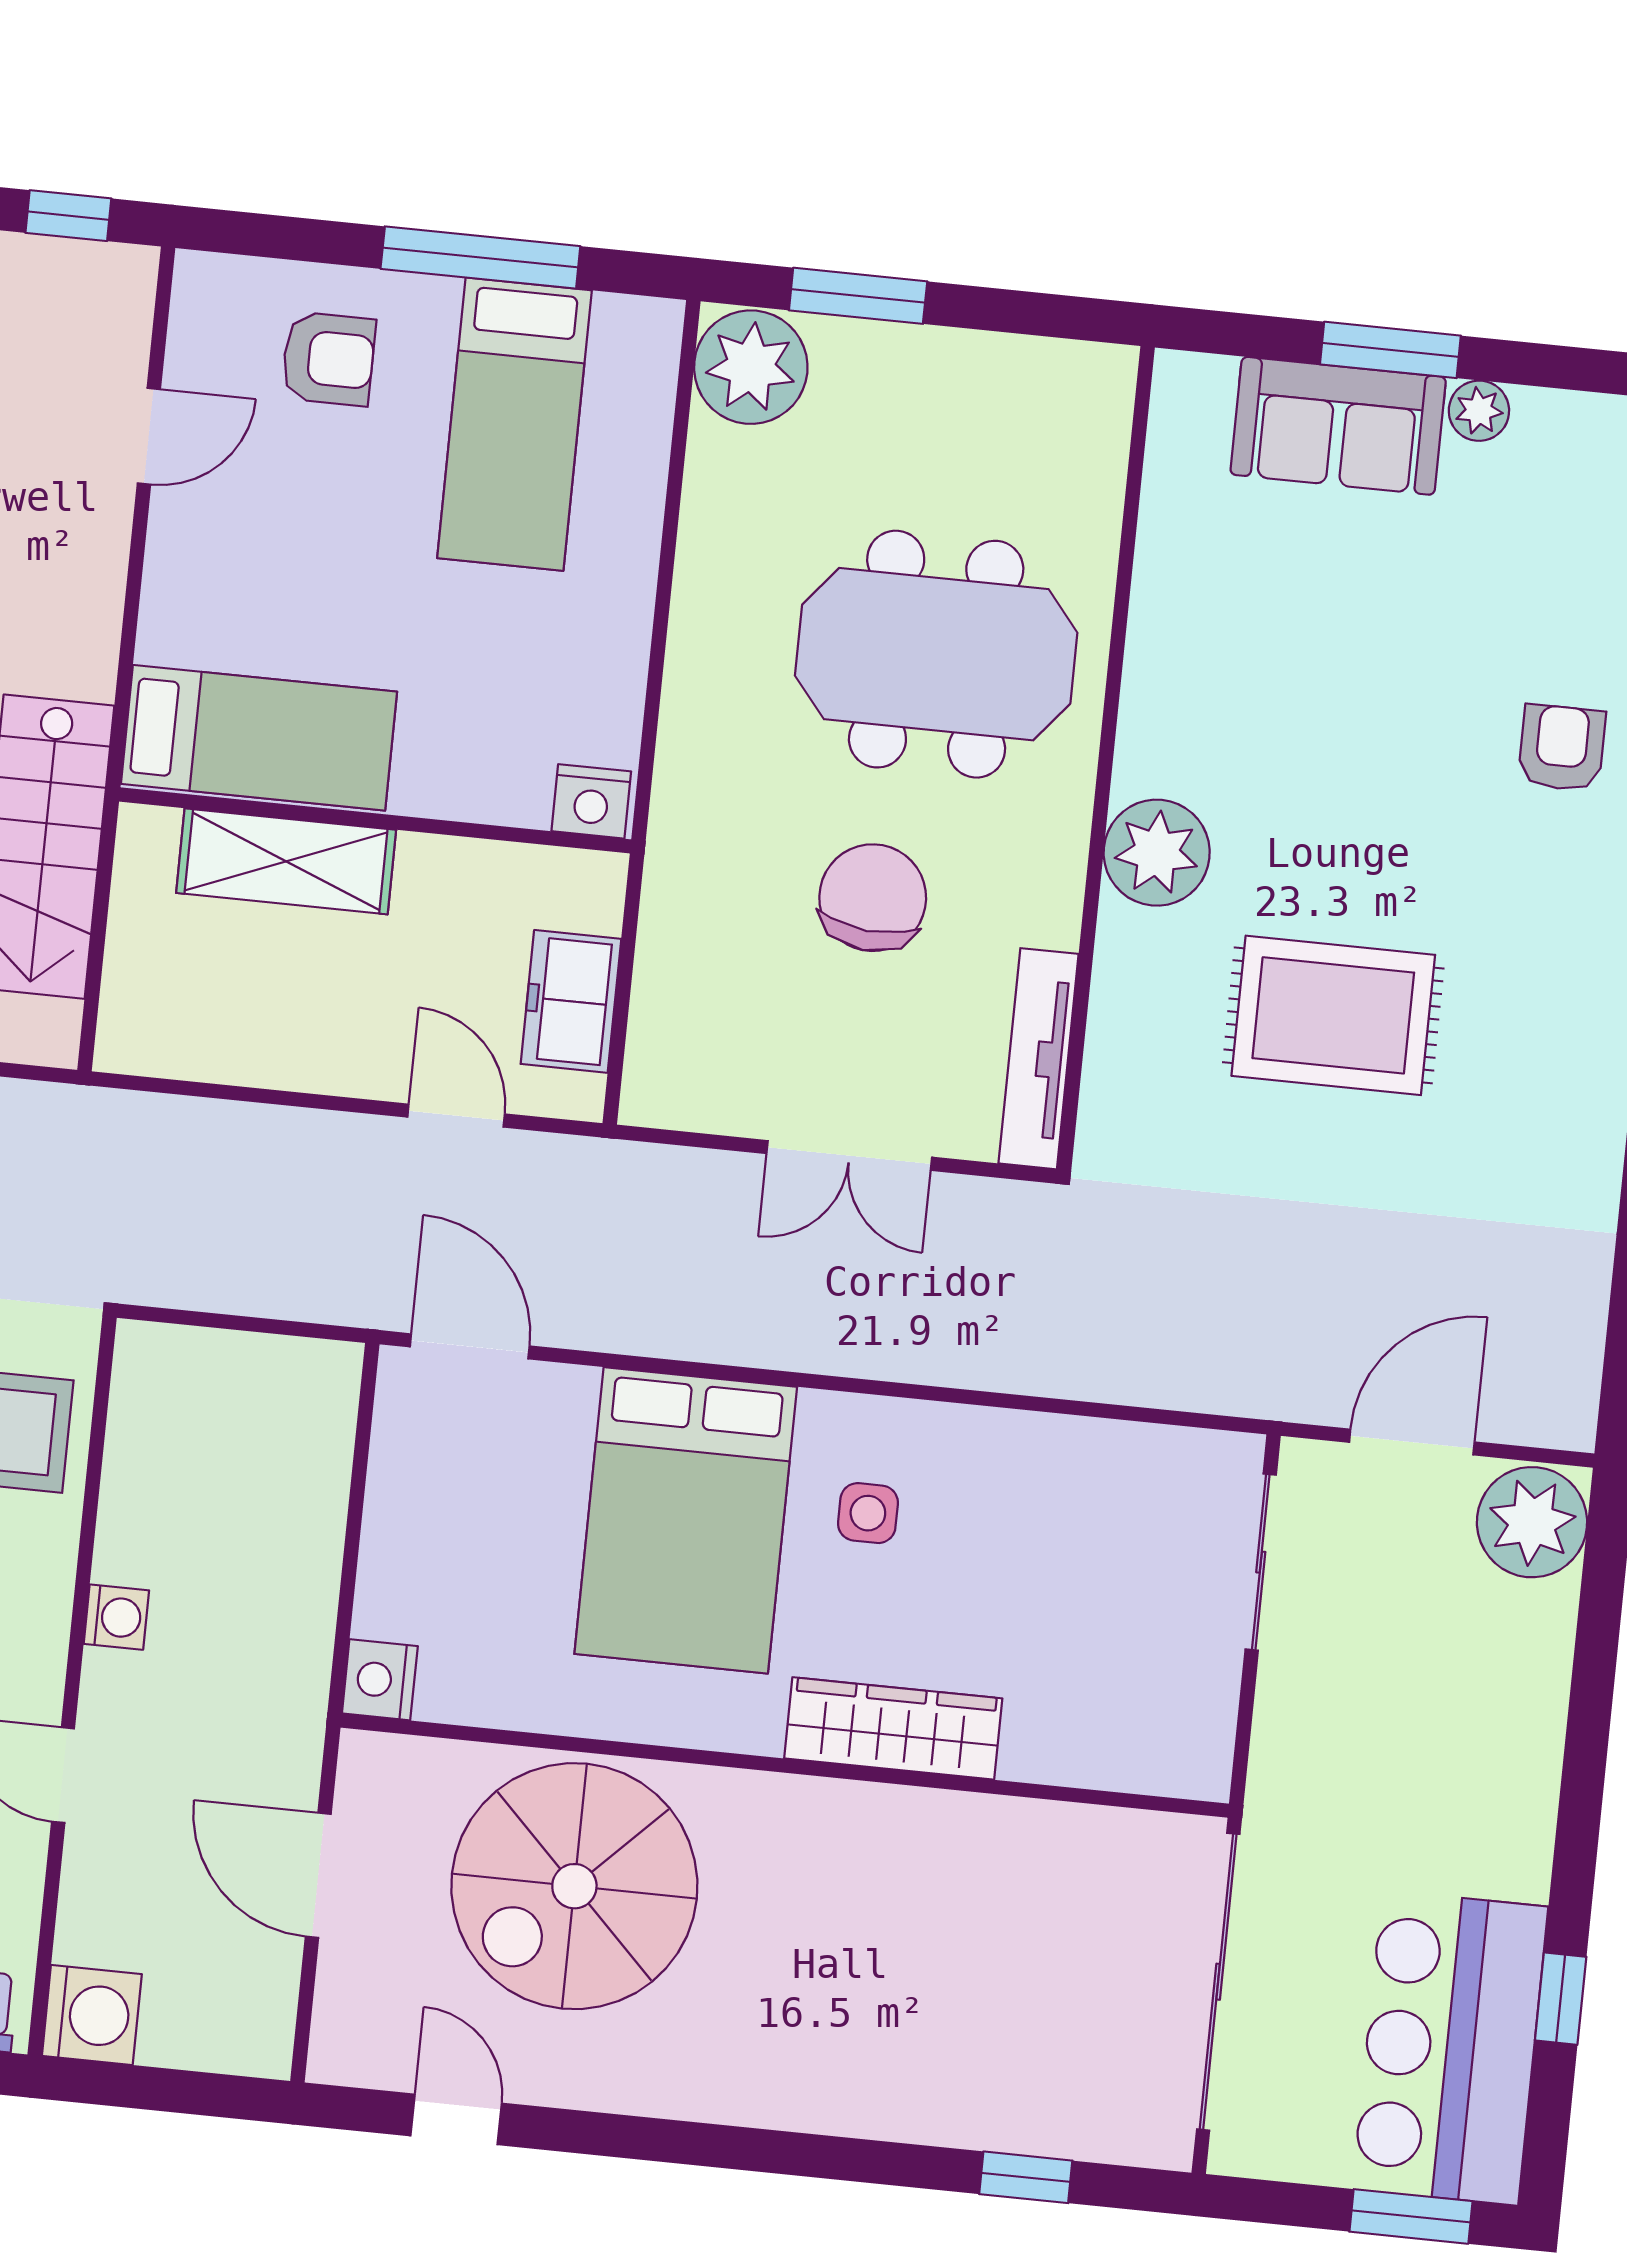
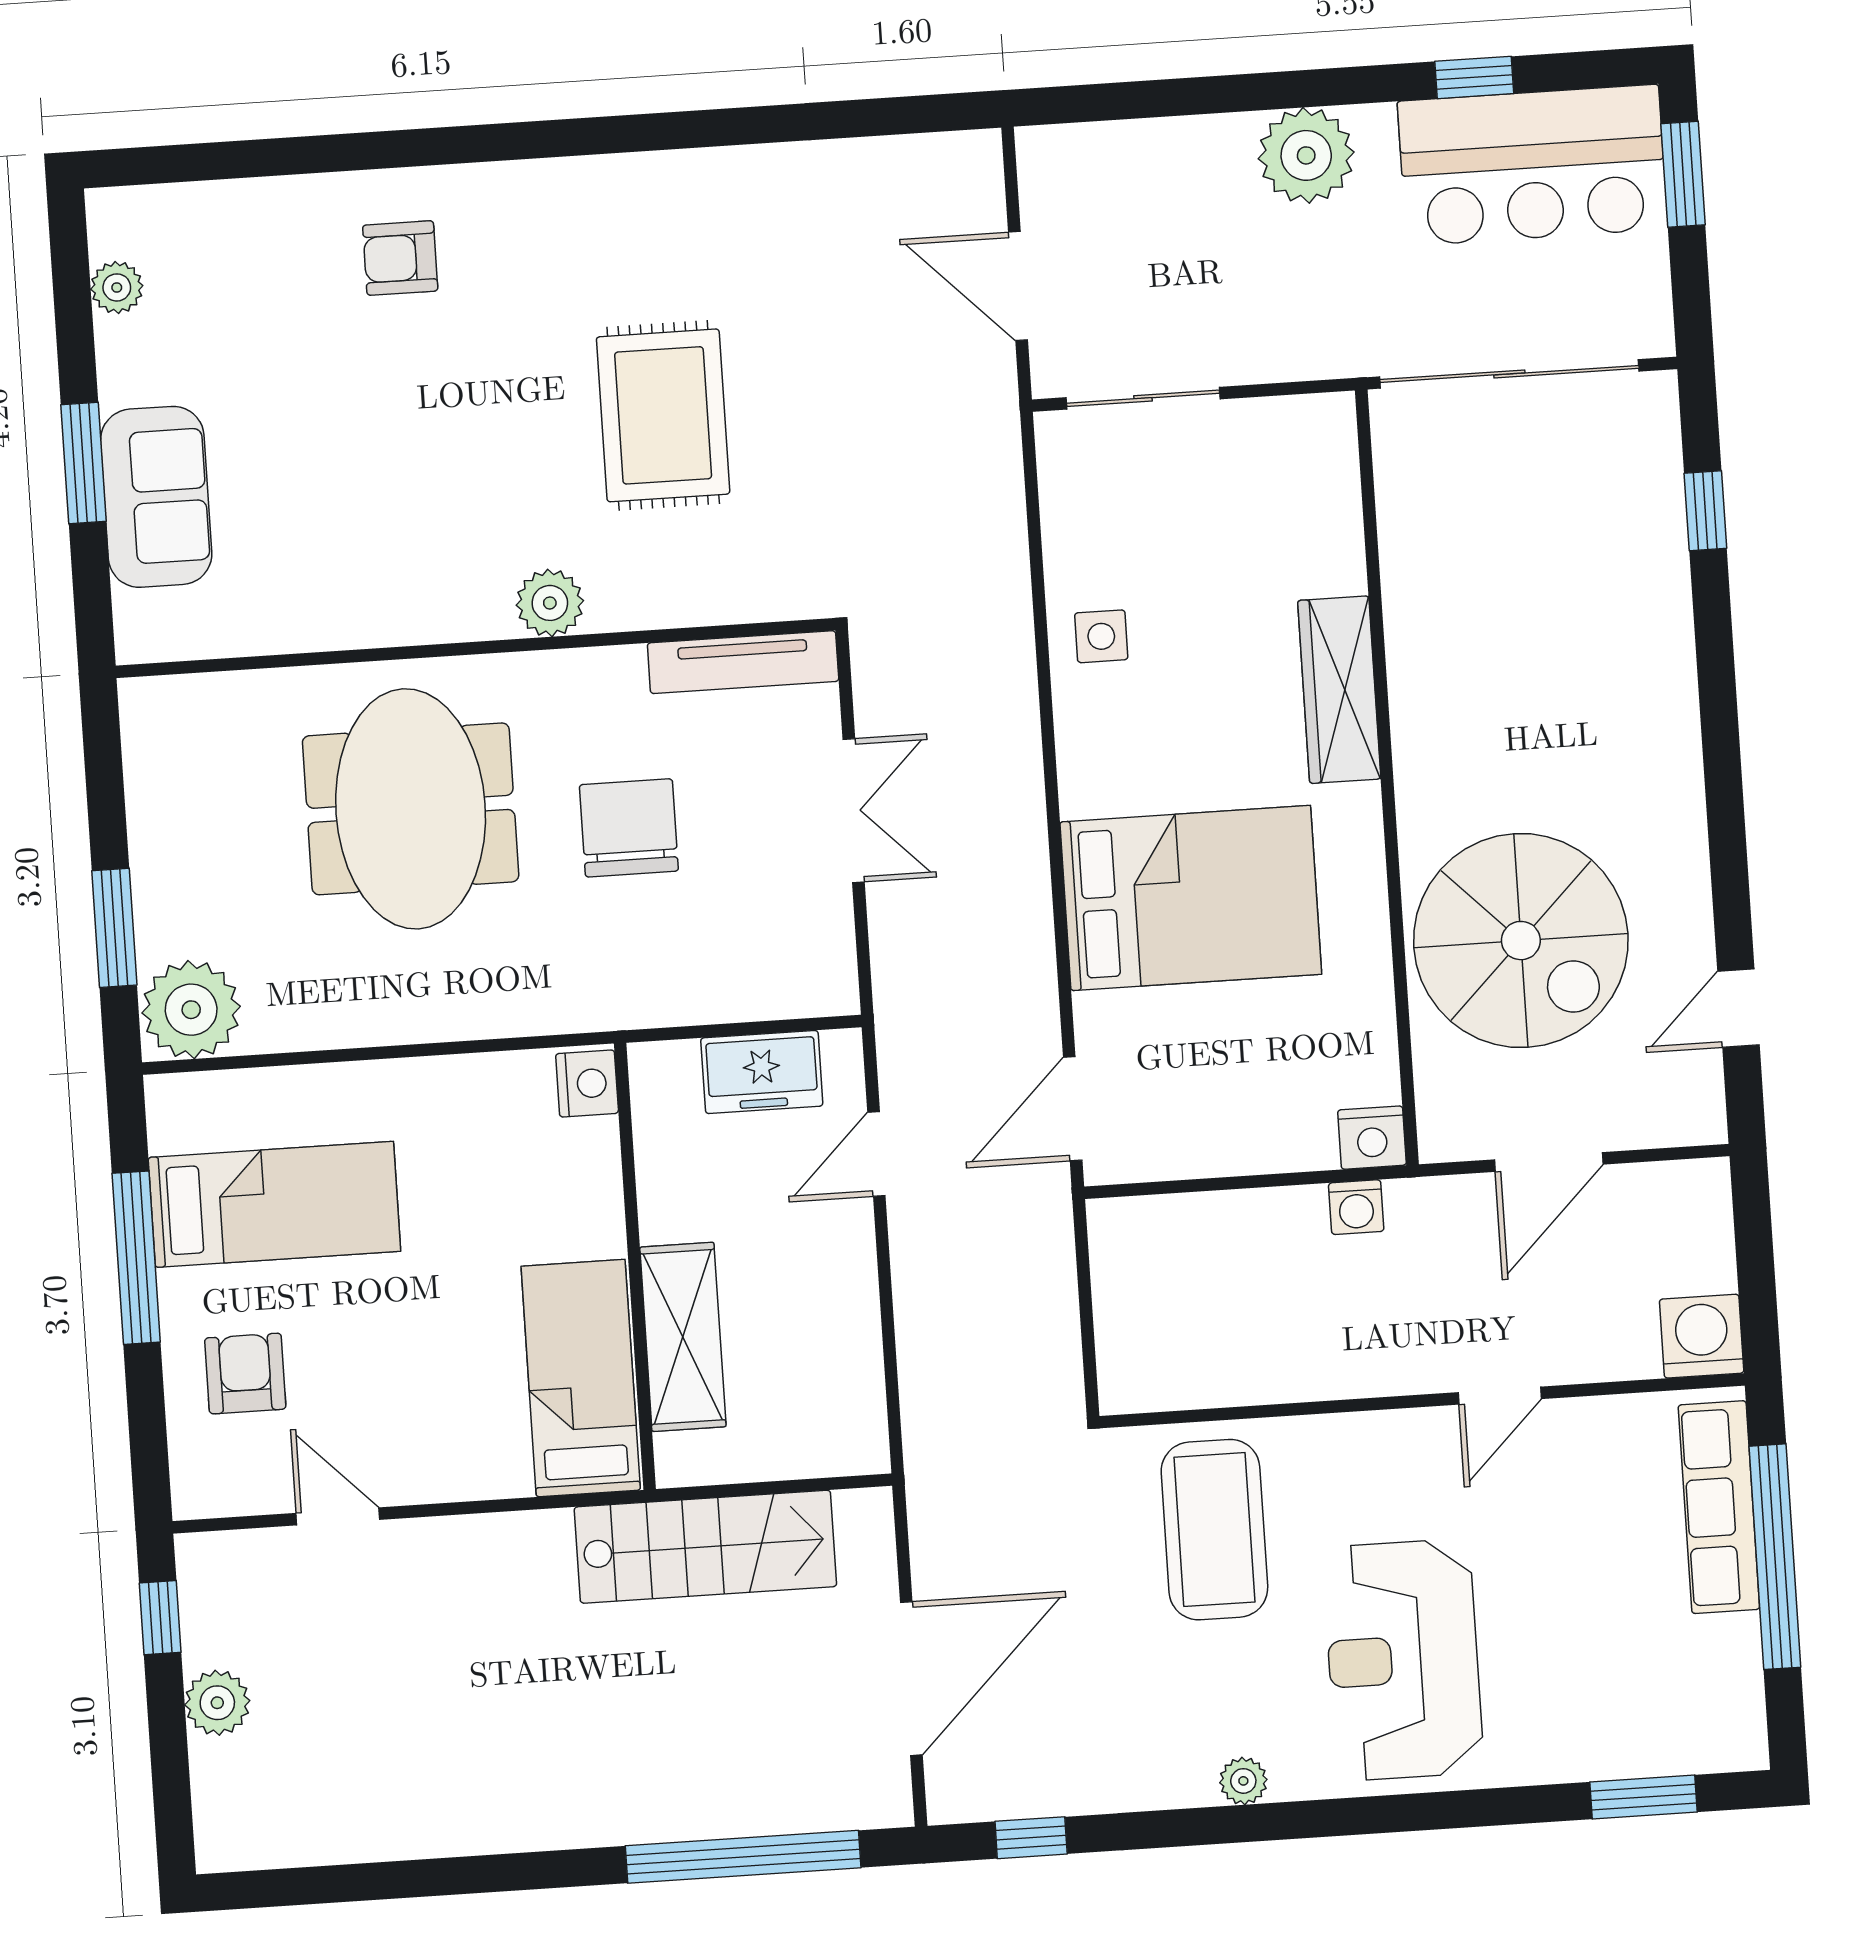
plant: (1479, 411) -> (117, 287), moved
plant: (1157, 853) -> (550, 603), width x0.73, depth x0.73
chair: (873, 898) -> (629, 828), turned 85
side table: (868, 1513) -> (1101, 636), moved
plant: (1532, 1522) -> (1306, 155), moved
washing machine: (116, 1617) -> (1356, 1207), moved, turned 180

